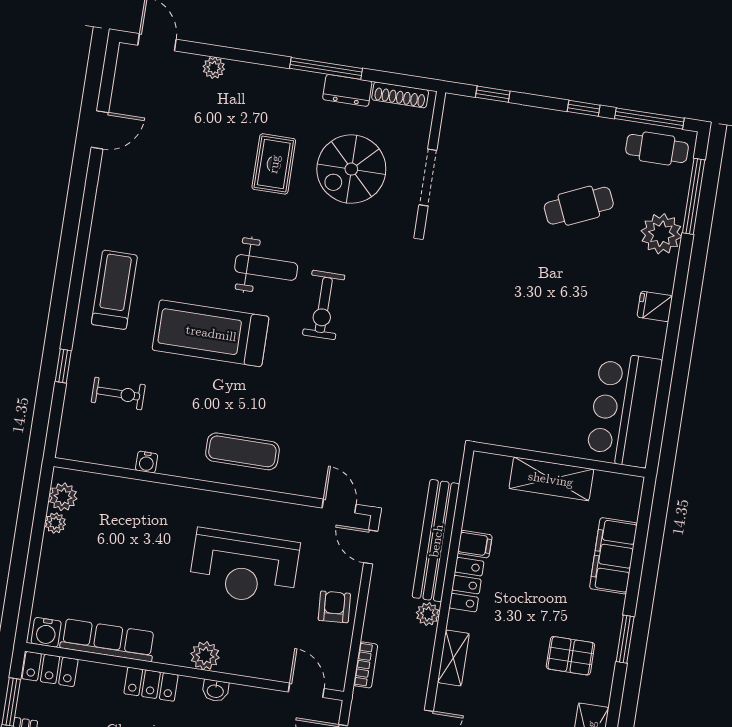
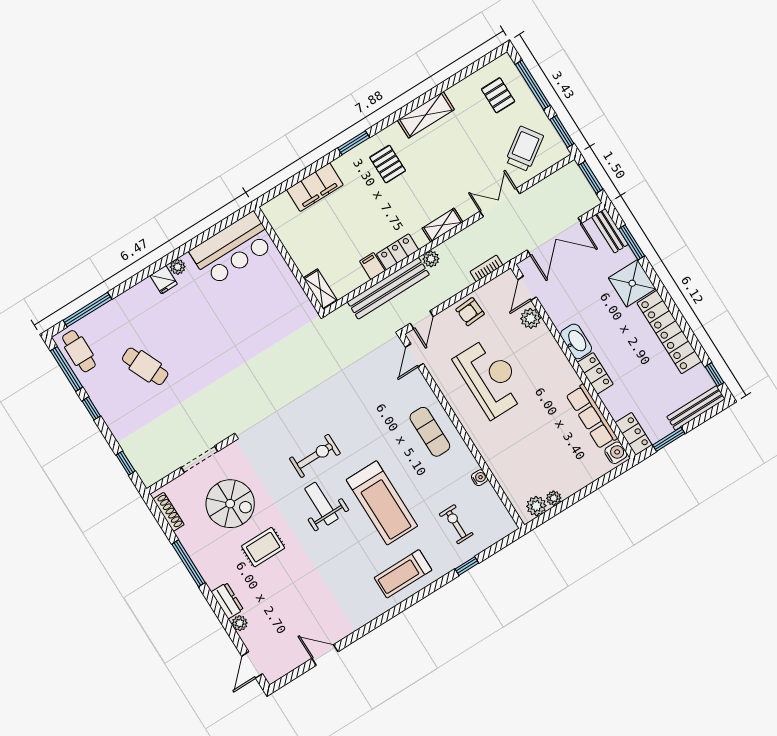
dresser: (347, 90) -> (227, 601), moved
plant: (661, 234) -> (178, 267), moved, width x0.53, depth x0.53
shelving: (551, 479) -> (320, 289), moved, width x0.67, depth x0.75
plant: (205, 656) -> (531, 318), moved
washbasin: (215, 691) -> (576, 341), width x1.91, depth x1.45

